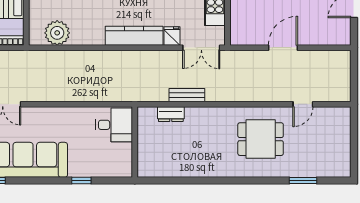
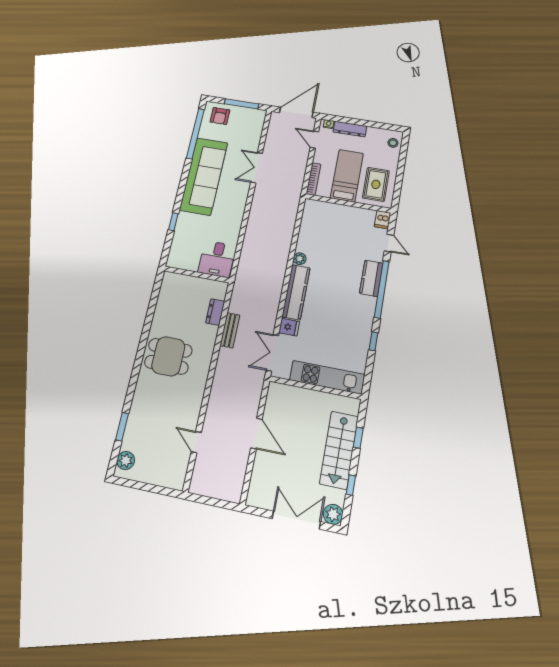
plant: (57, 33) -> (300, 259), moved, width x0.53, depth x0.53
dining table: (261, 139) -> (168, 356), moved, turned 90
plant: (334, 169) -> (126, 460), added

